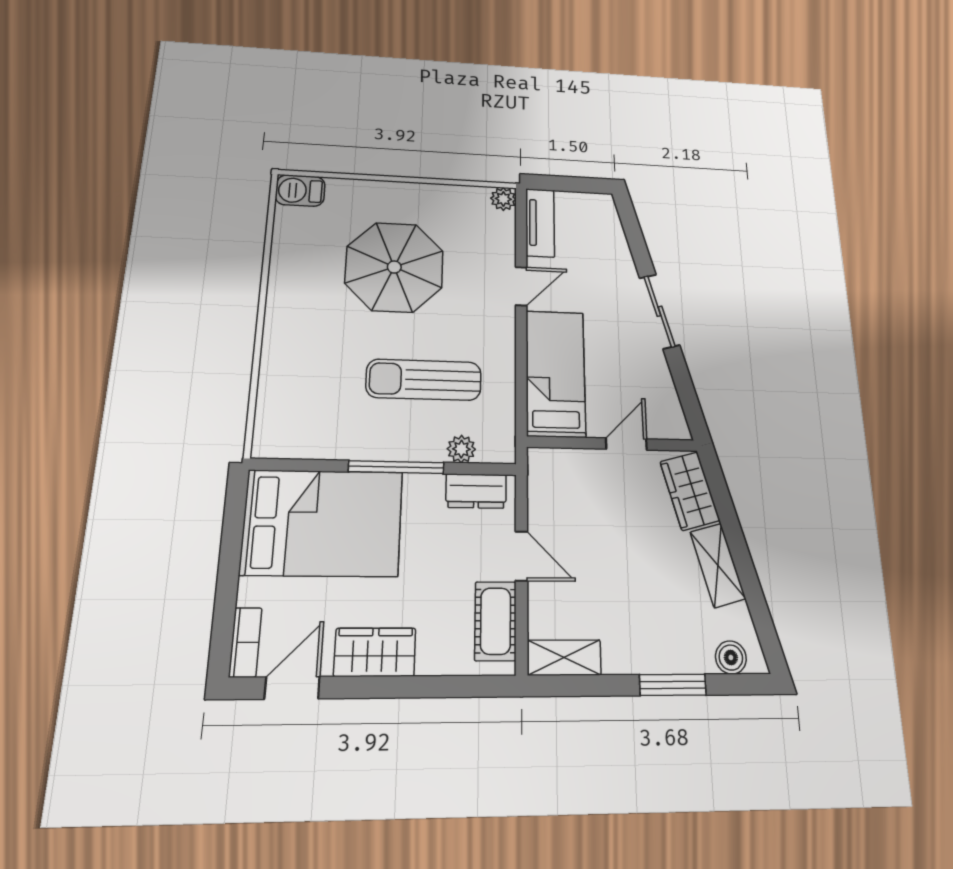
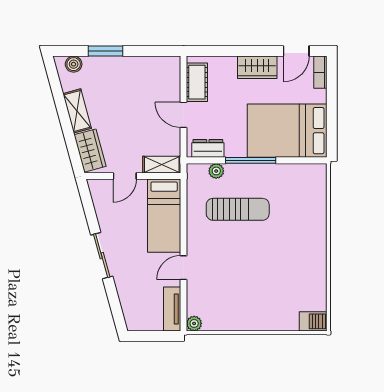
parasol: (394, 267) -> (257, 276), removed
shelving: (564, 658) -> (162, 165), moved

